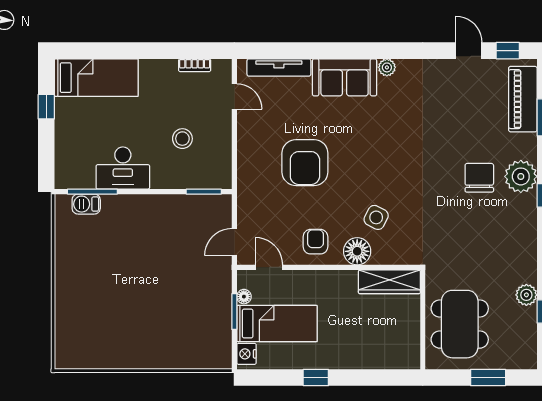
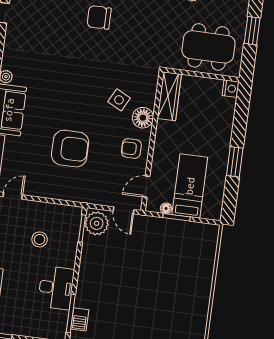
plant: (213, 210) -> (97, 223), added
nightstand: (246, 354) -> (231, 89), moved, turned -90
window: (316, 378) -> (235, 162), width x1.50

